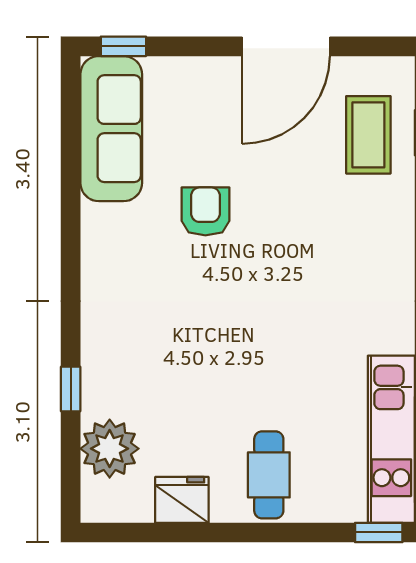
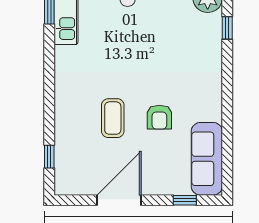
window: (123, 46) -> (185, 200), moved
coffee table: (368, 135) -> (113, 118), moved

